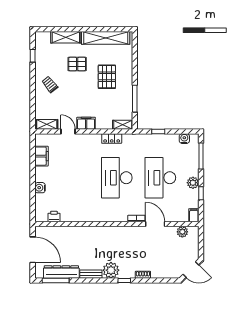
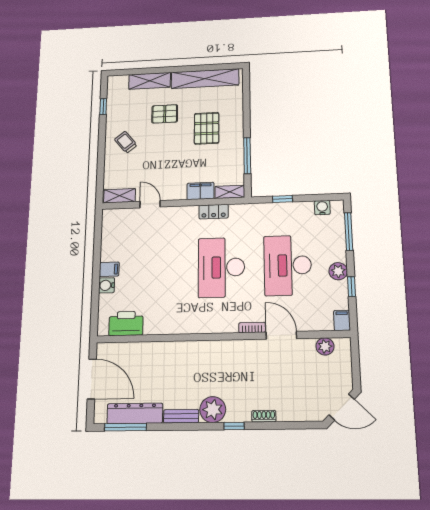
filing cabinet: (86, 123) -> (200, 191), moved
filing cabinet: (41, 156) -> (109, 269), moved, width x0.50
printer: (54, 216) -> (126, 323), width x1.87, depth x1.48

